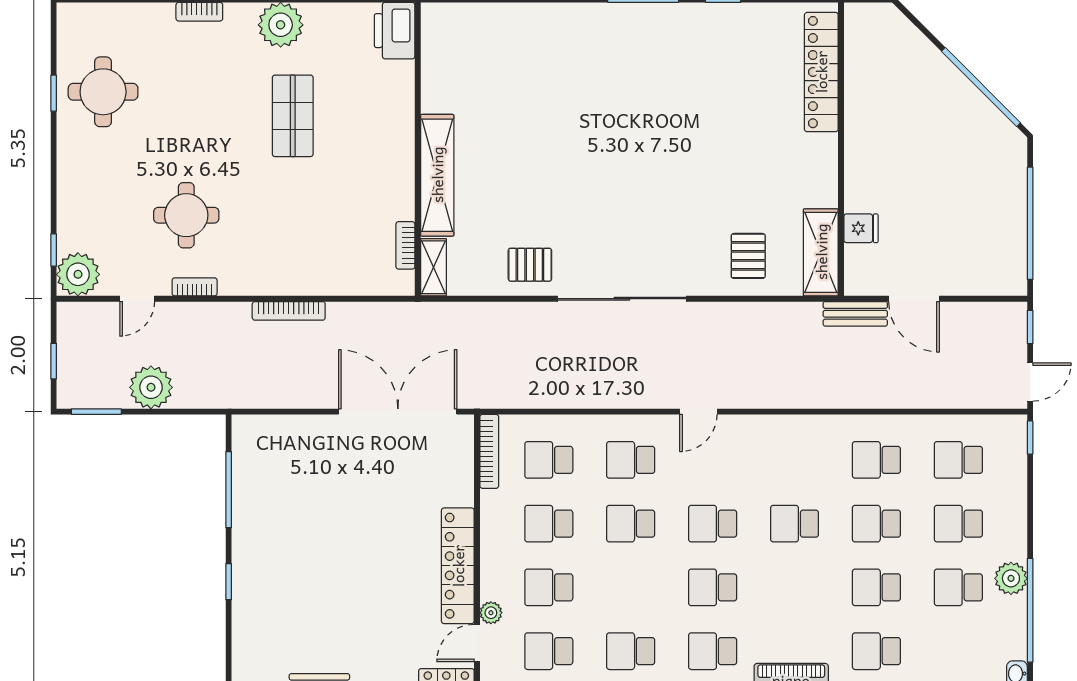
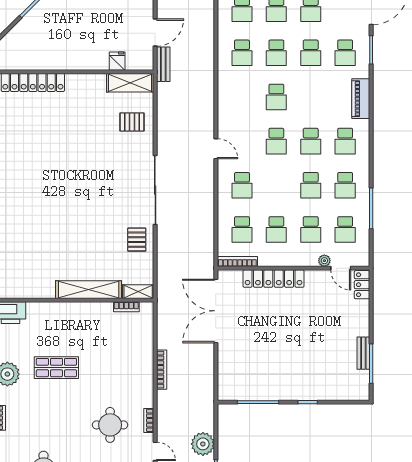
school desk: (631, 524) -> (311, 185), moved
locker: (458, 566) -> (274, 279), moved

